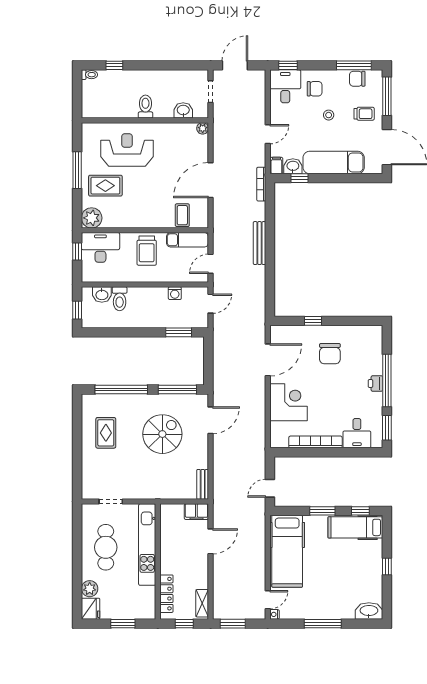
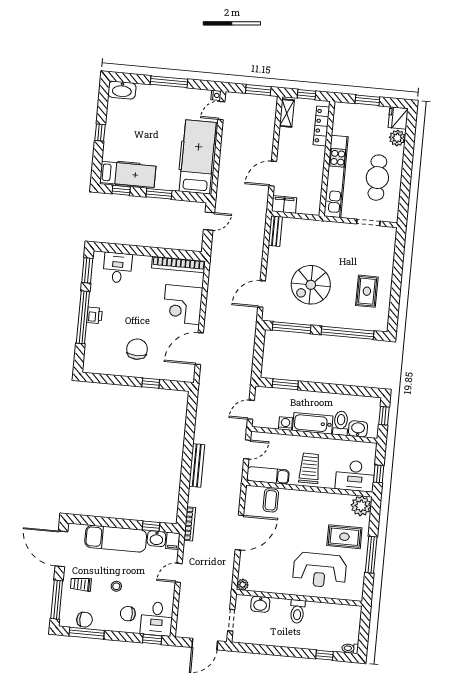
bathtub: (148, 296) -> (313, 423), added
bookcase: (315, 442) -> (178, 265), moved

